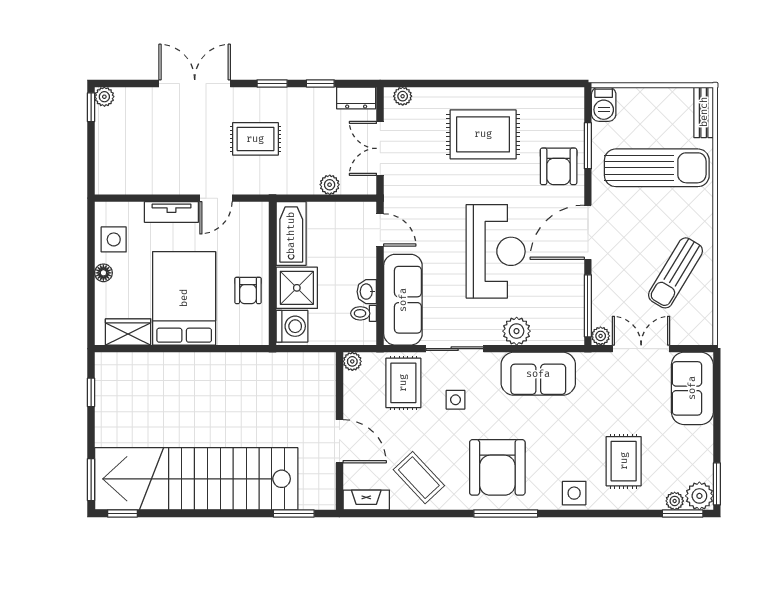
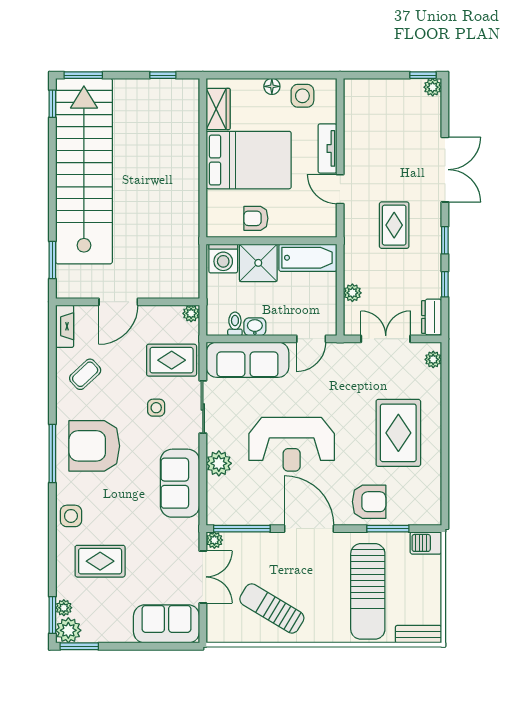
armchair: (559, 166) -> (369, 502), turned 180
coffee table: (419, 478) -> (85, 374), width x0.73, depth x0.77

